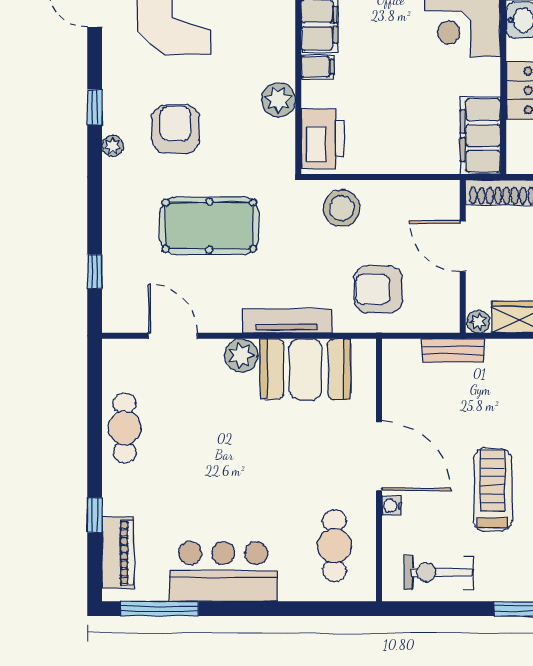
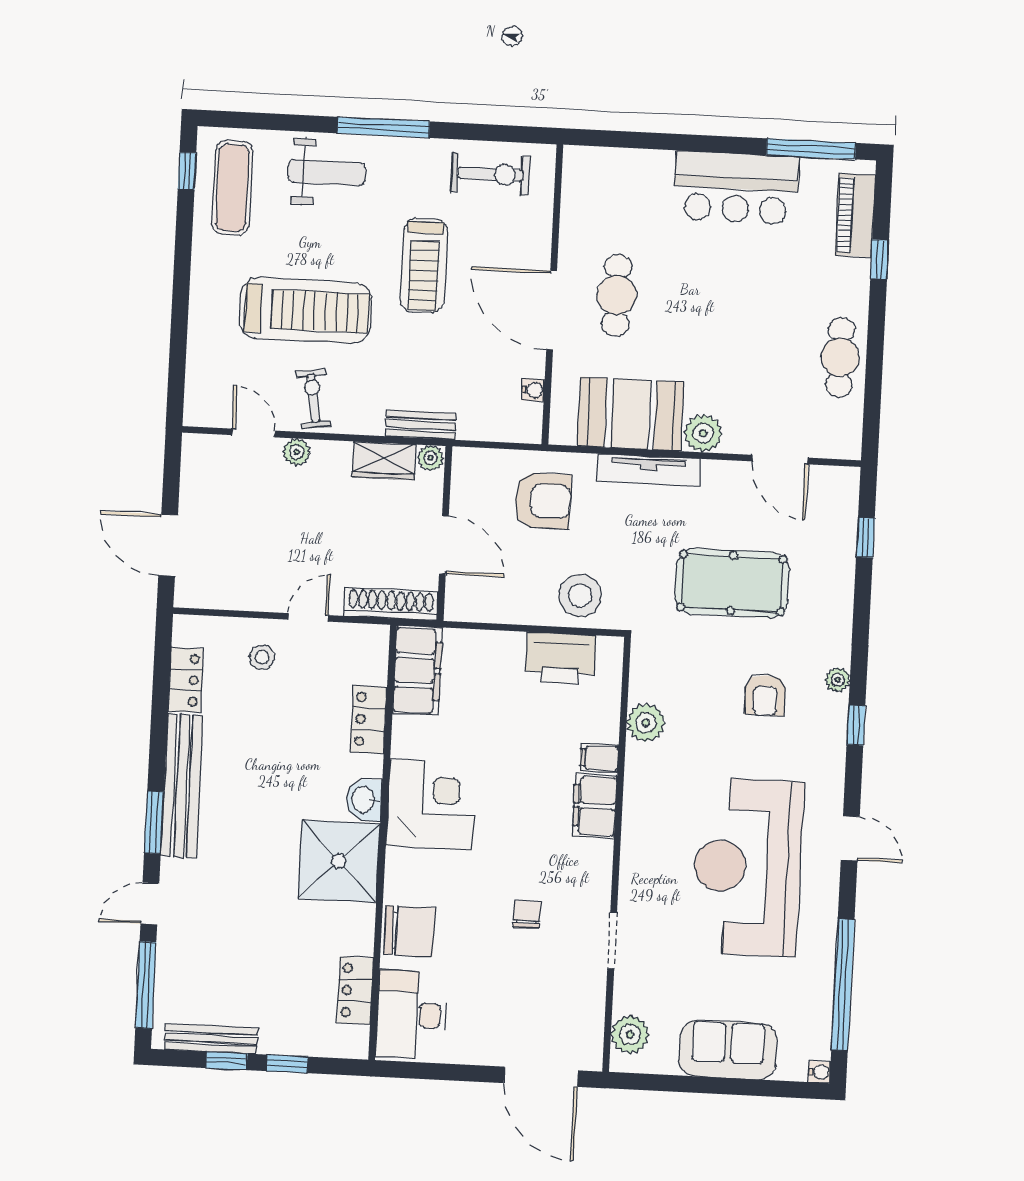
armchair: (175, 129) -> (765, 695), width x0.72, depth x0.72
printer: (323, 139) -> (561, 658), moved, turned -90
bench: (453, 350) -> (421, 425), moved
water cooler: (392, 506) -> (533, 390), moved
cafe table: (334, 546) -> (617, 295), moved

